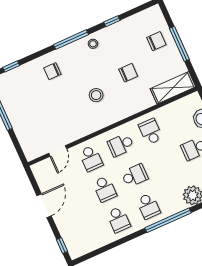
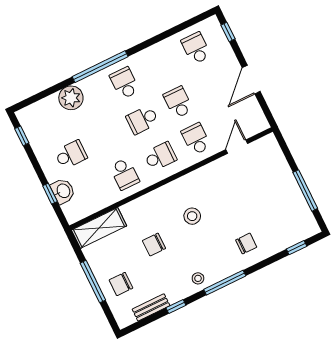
bench: (132, 21) -> (151, 307), added
school desk: (118, 220) -> (196, 48), moved

